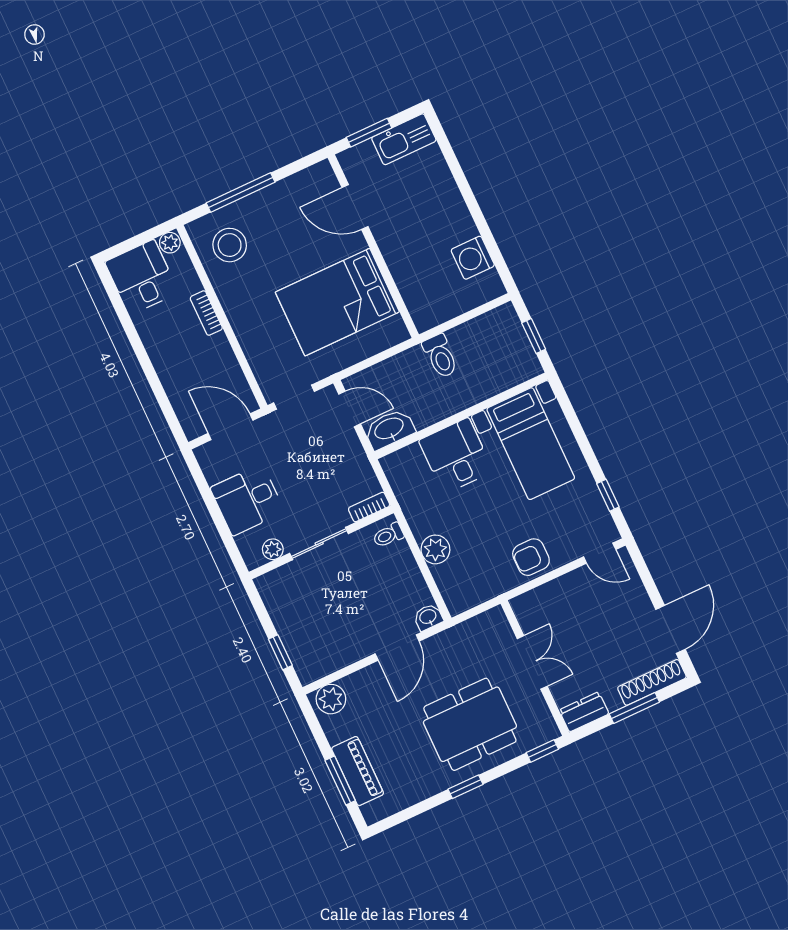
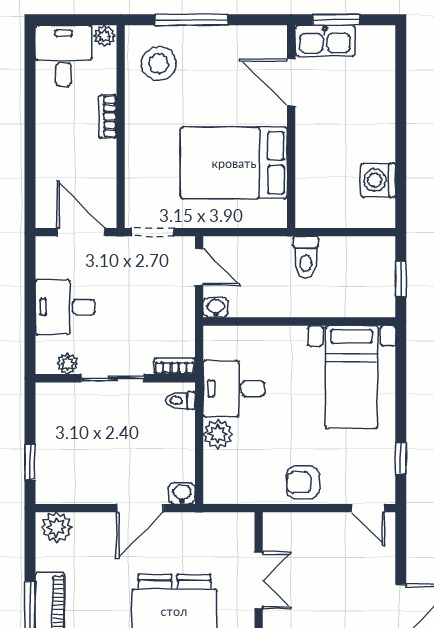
kitchen sink: (404, 139) -> (325, 41), moved
washbasin: (389, 429) -> (216, 307), width x0.52, depth x0.69
desk: (456, 456) -> (234, 389), moved, turned -90

